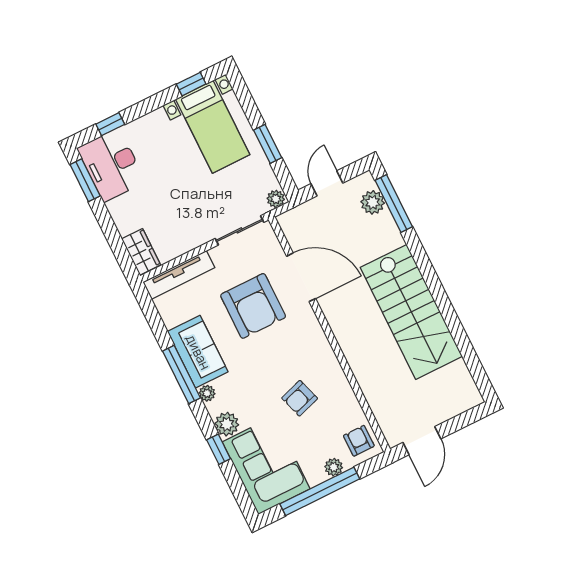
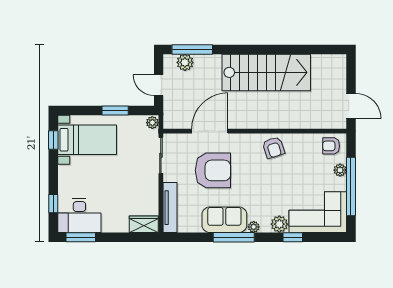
armchair: (300, 398) -> (274, 148), moved

